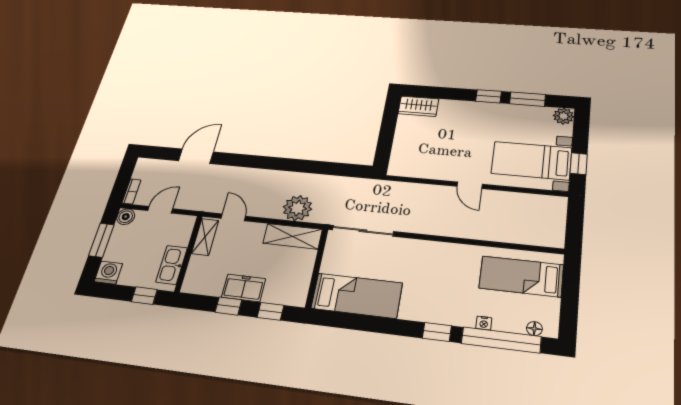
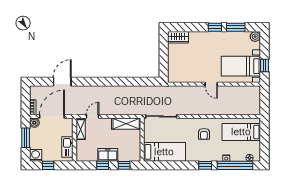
plant: (298, 208) -> (125, 107), removed
door: (160, 210) -> (52, 116), width x1.88
door: (233, 217) -> (93, 116), hinge flipped
armchair: (443, 271) -> (204, 134), added
window: (144, 296) -> (48, 165), moved

